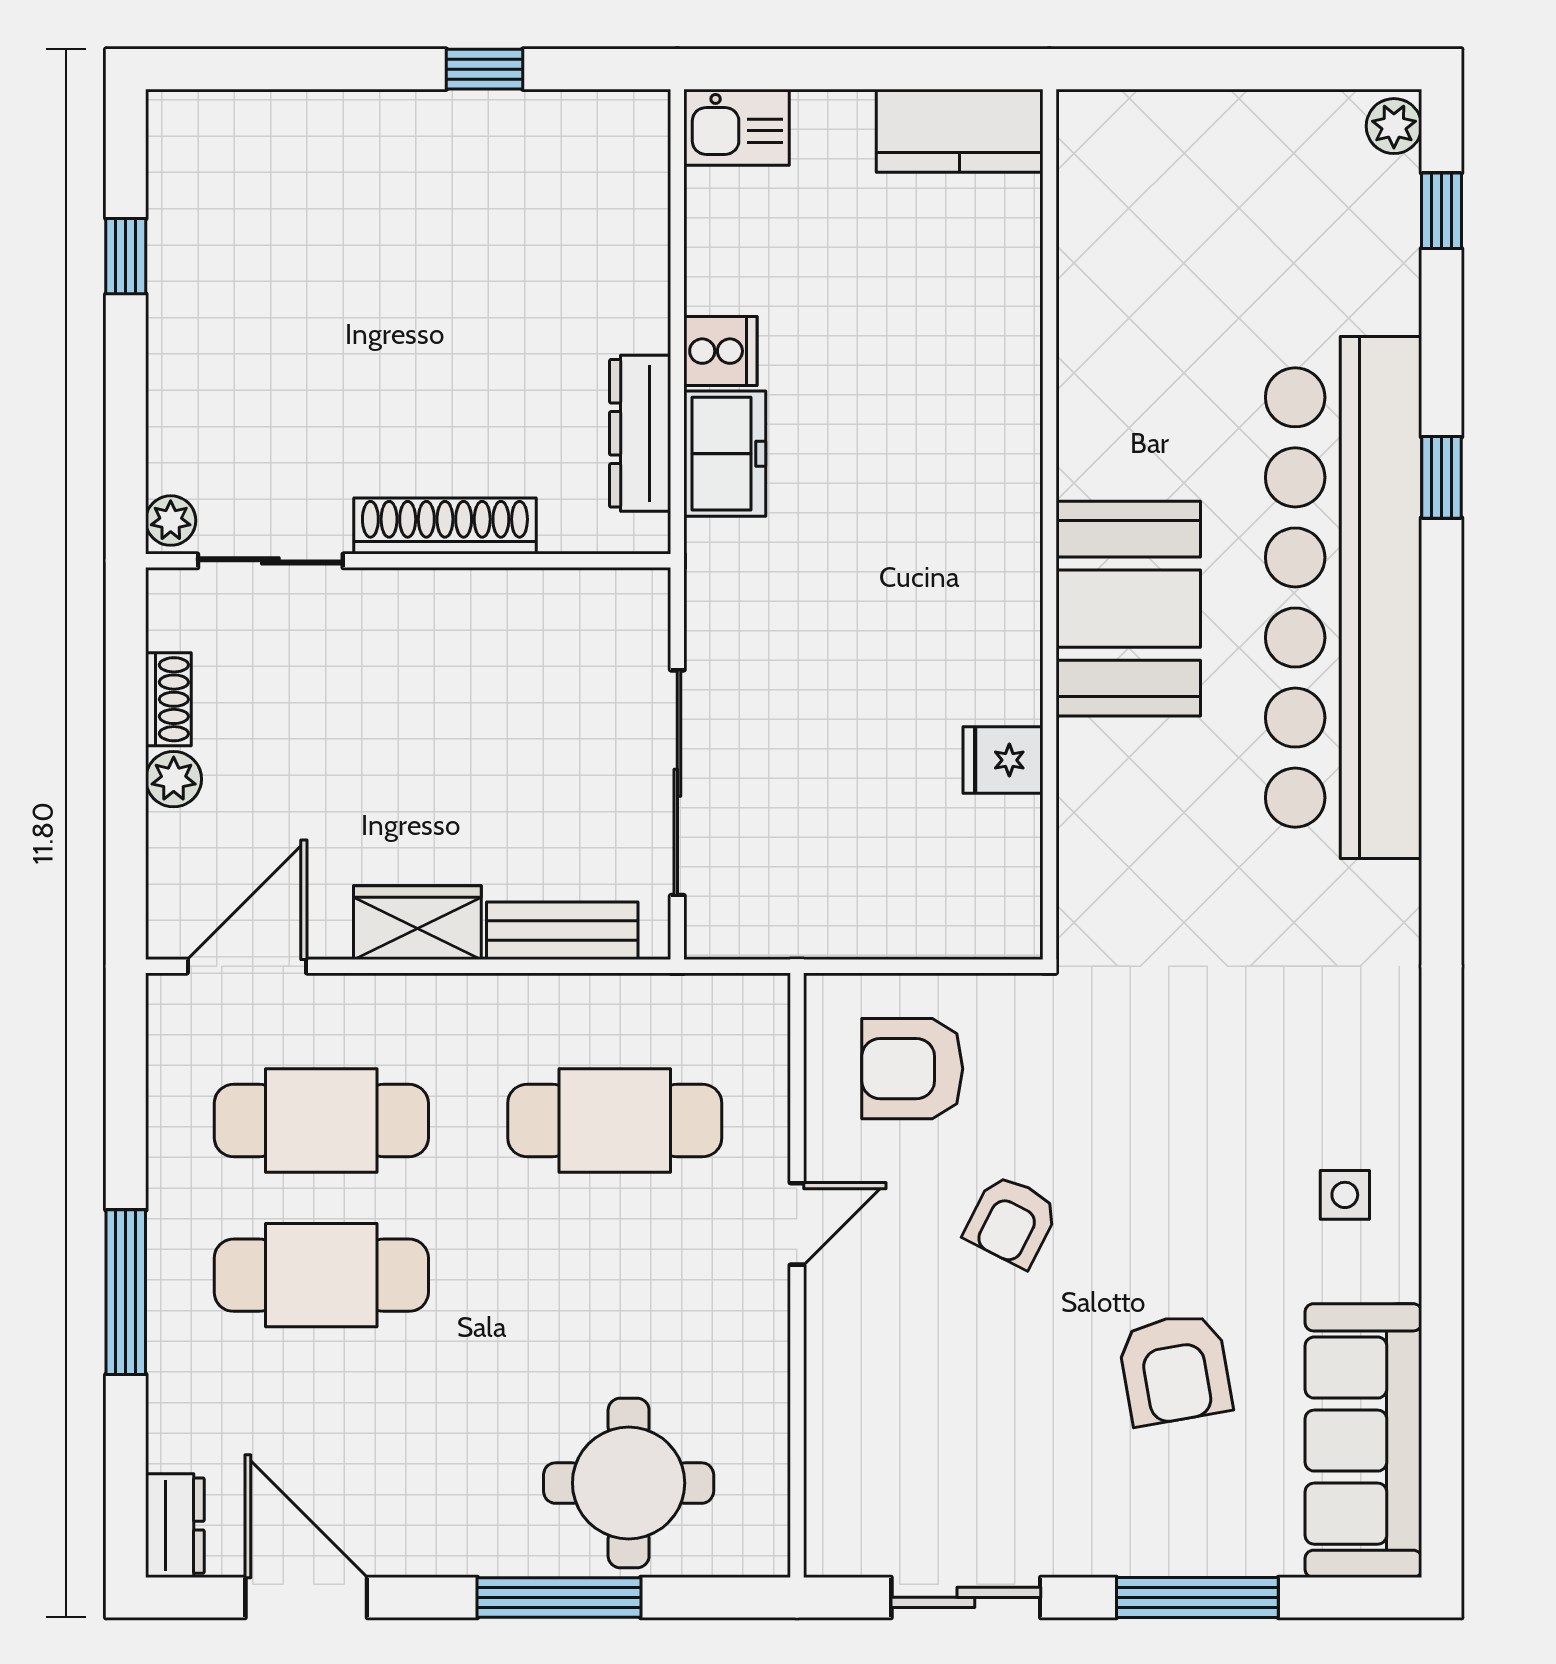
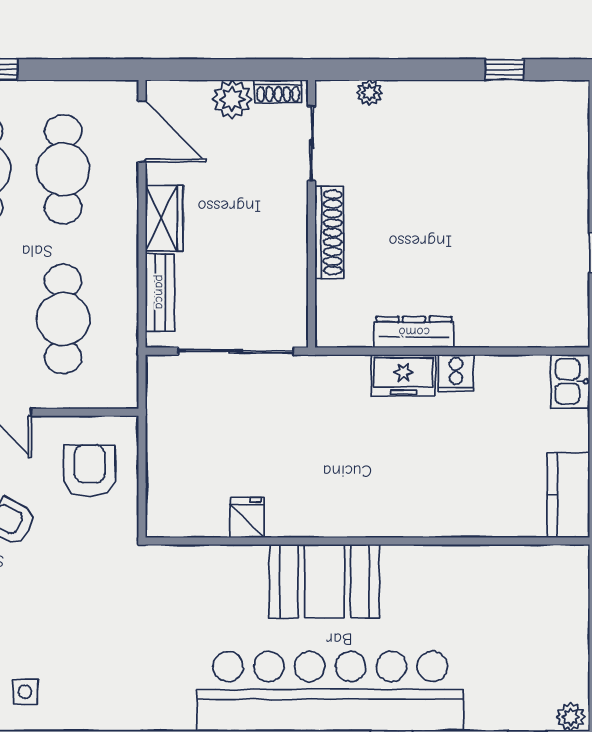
shoe rack: (445, 526) -> (329, 232), moved
sliding door: (270, 561) -> (312, 143), moved
wall: (408, 561) -> (312, 214), moved
plant: (174, 779) -> (232, 99), width x1.38, depth x1.38

